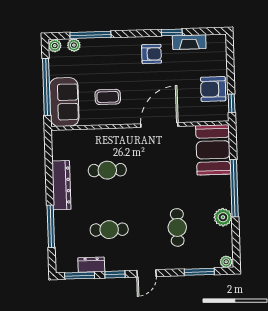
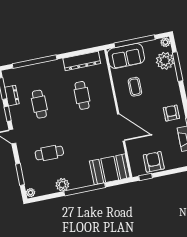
plant: (74, 45) -> (165, 61), width x1.88, depth x1.88
armchair: (152, 54) -> (171, 113), turned 180
dresser: (61, 185) -> (82, 61), moved
window: (51, 226) -> (35, 62), width x1.46

